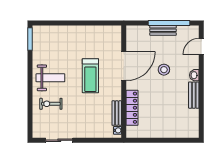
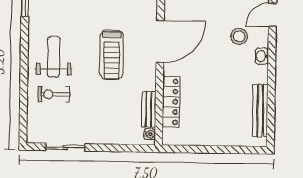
stool: (164, 70) -> (239, 36), moved
weight bench: (50, 78) -> (54, 57), turned -90
bench: (194, 95) -> (260, 111), moved, width x1.36

